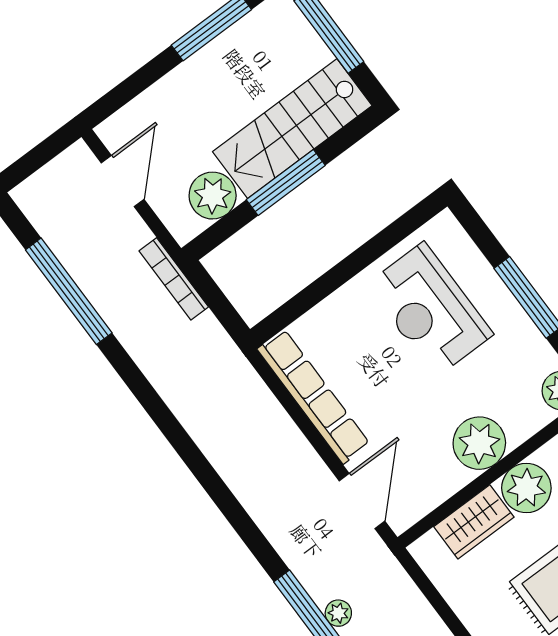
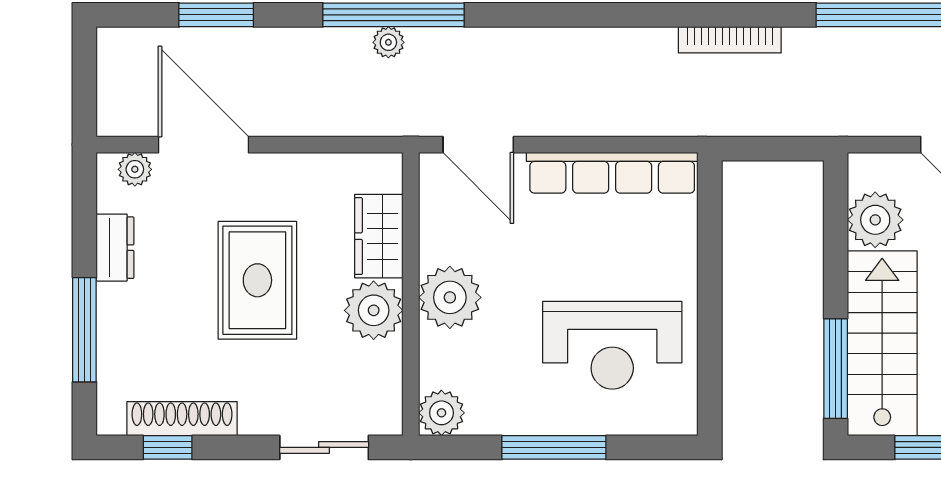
window: (286, 182) -> (836, 369), moved
bookcase: (174, 279) -> (730, 40), moved, turned 180
reception desk: (430, 310) -> (612, 345), turned 180

